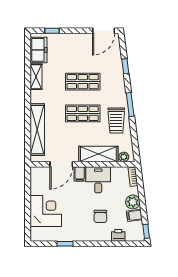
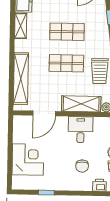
filing cabinet: (80, 174) -> (62, 123), removed

